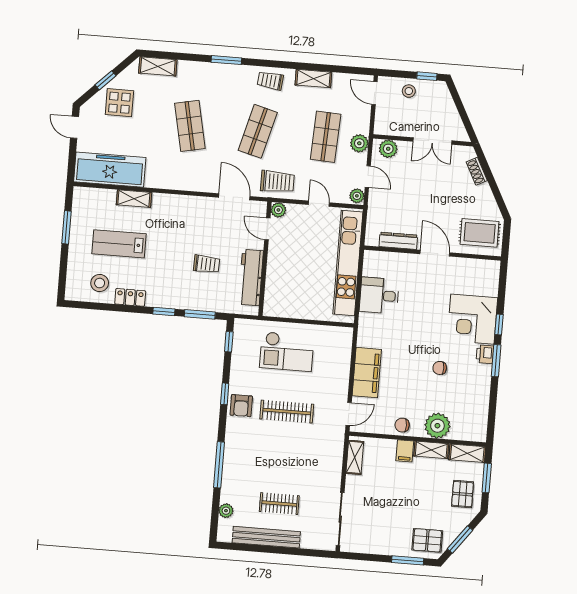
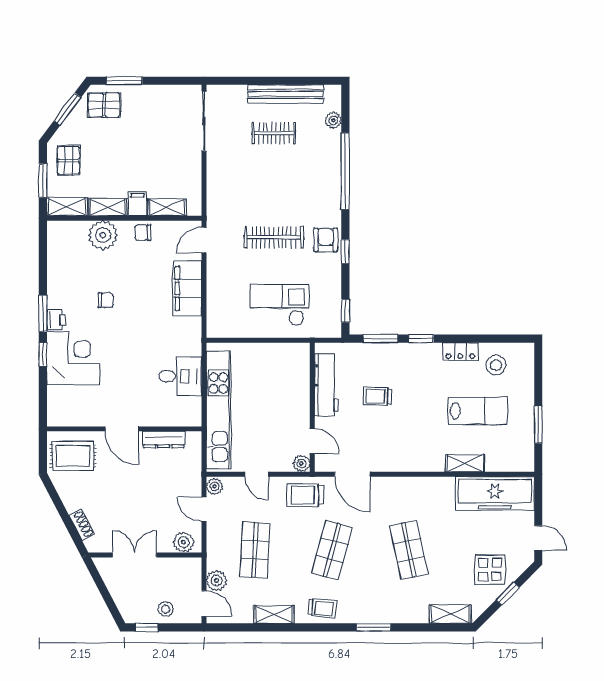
plant: (359, 143) -> (216, 581), moved
chair: (402, 425) -> (143, 233), turned 180
shelving: (355, 457) -> (167, 207), moved, turned 90
window: (219, 465) -> (345, 171), width x1.46

